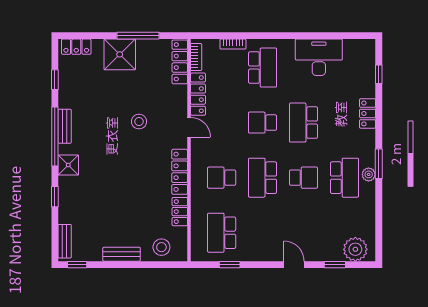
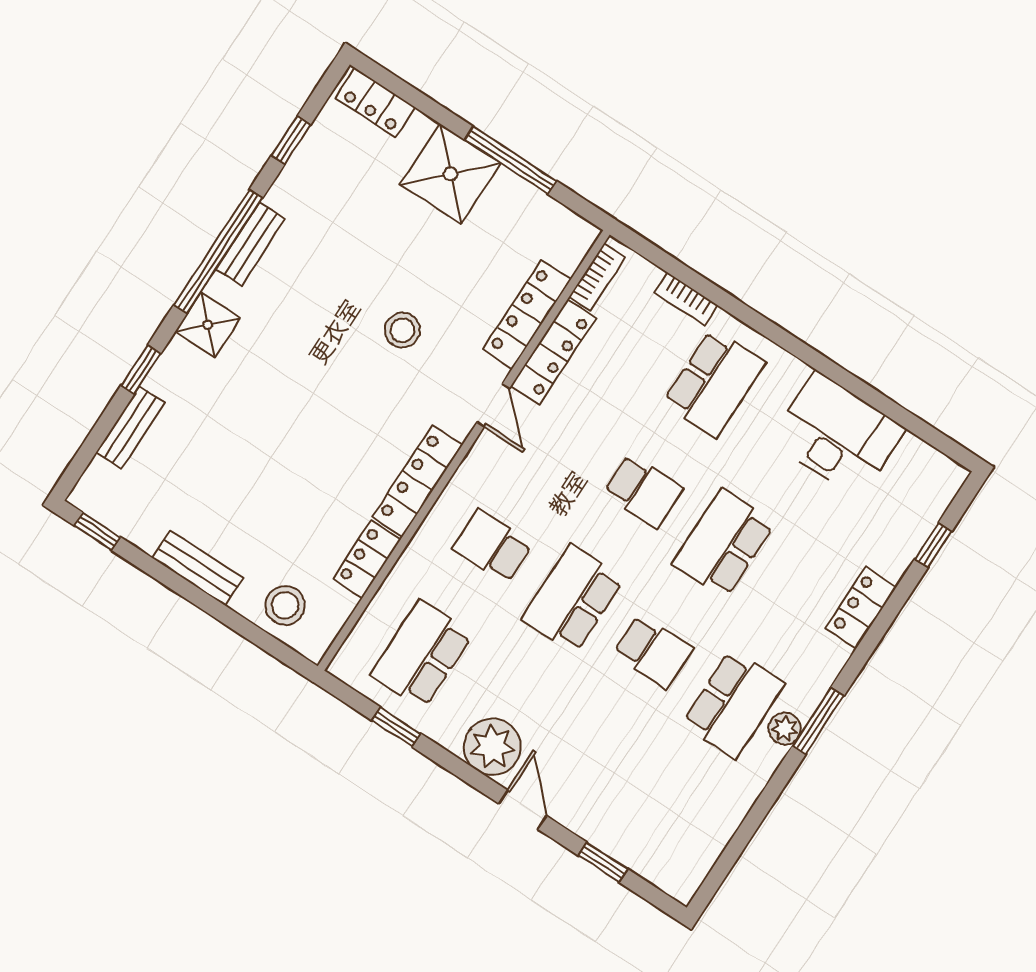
locker: (180, 62) -> (527, 314), moved
school desk: (263, 123) -> (643, 491), turned 180
bench: (65, 241) -> (130, 427), moved
plant: (355, 249) -> (492, 747), moved

